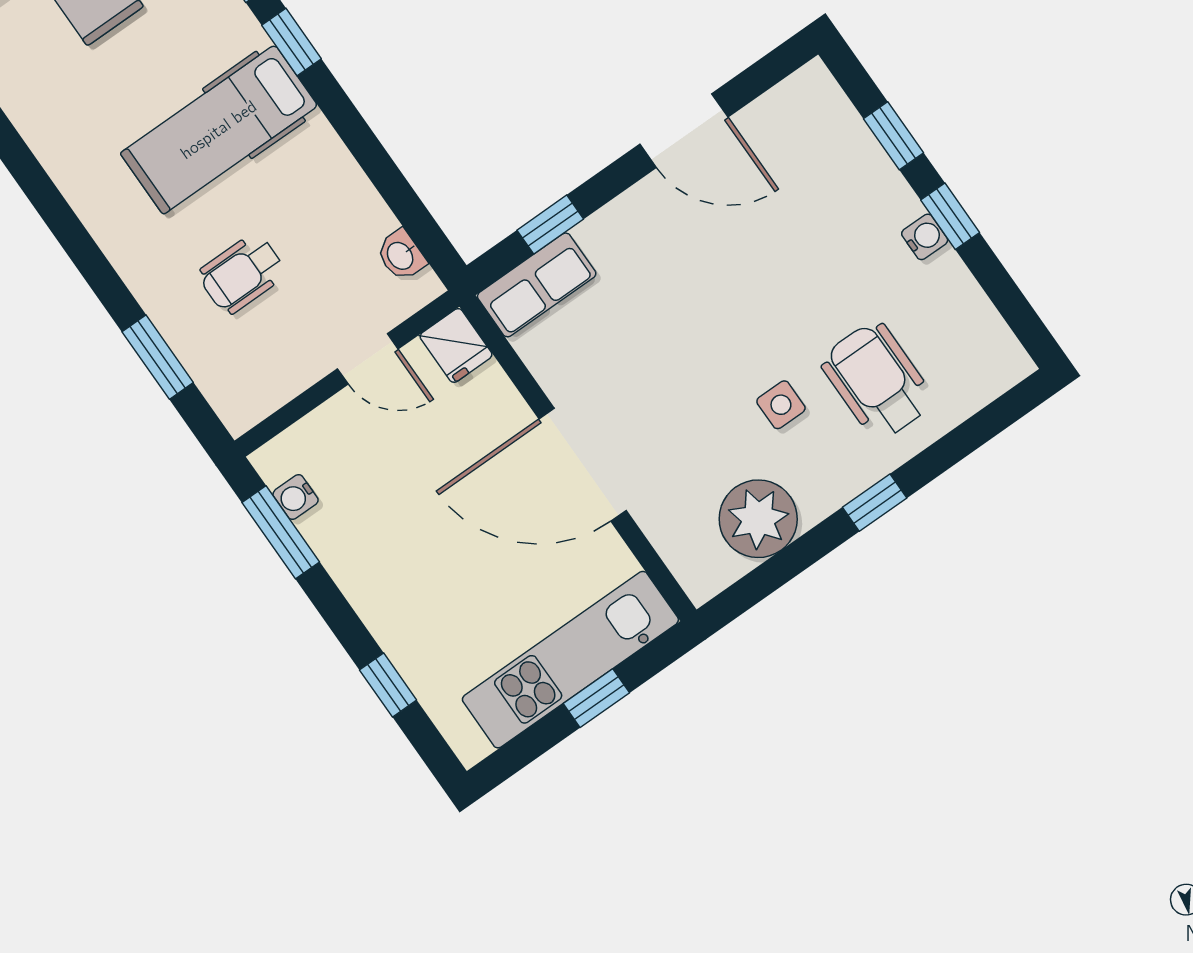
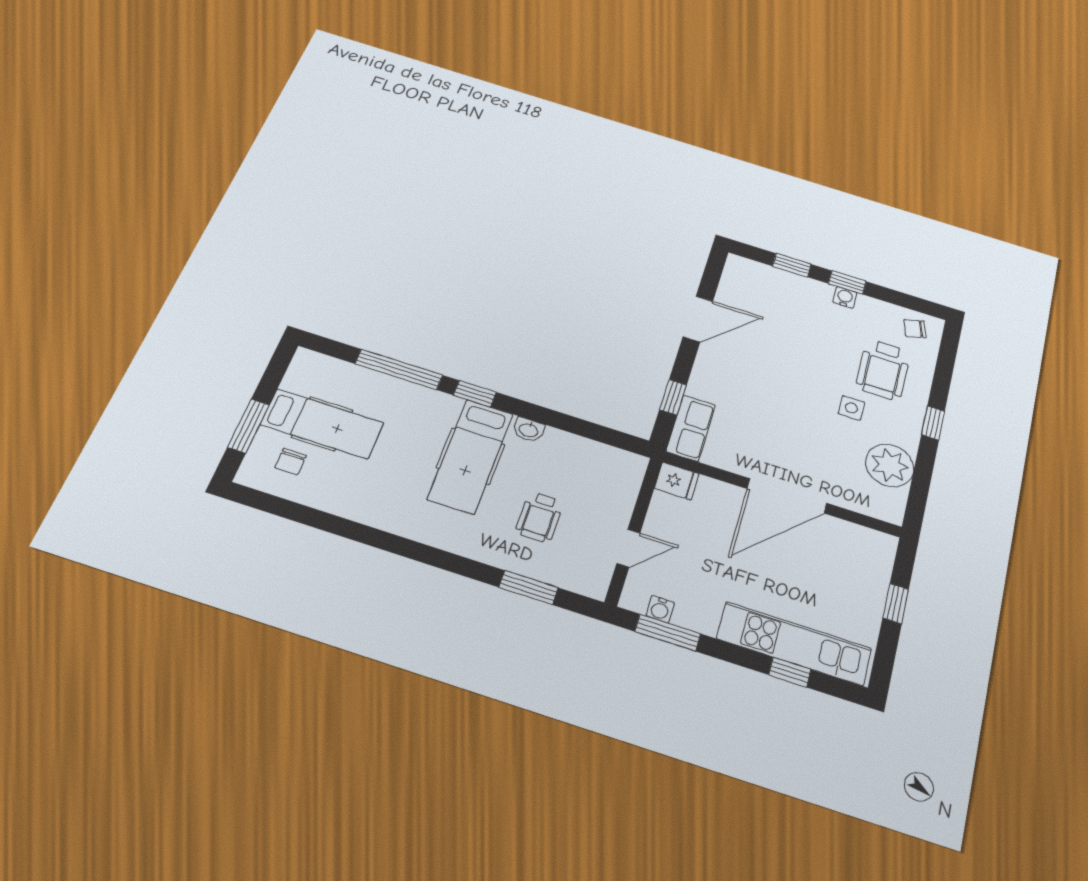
washbasin: (401, 255) -> (529, 430), moved
chair: (982, 352) -> (915, 329), added
door: (368, 359) -> (628, 548), moved
wheelchair: (877, 381) -> (883, 370), turned -90
kitchen unit: (570, 660) -> (794, 643), moved, turned 90

